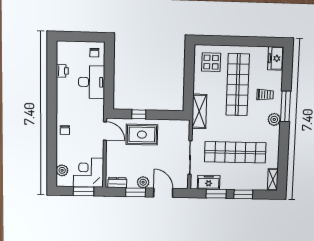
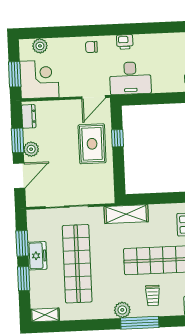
printer: (62, 71) -> (125, 42), moved
desk: (92, 82) -> (130, 78), moved
freezer: (209, 182) -> (37, 256), moved

